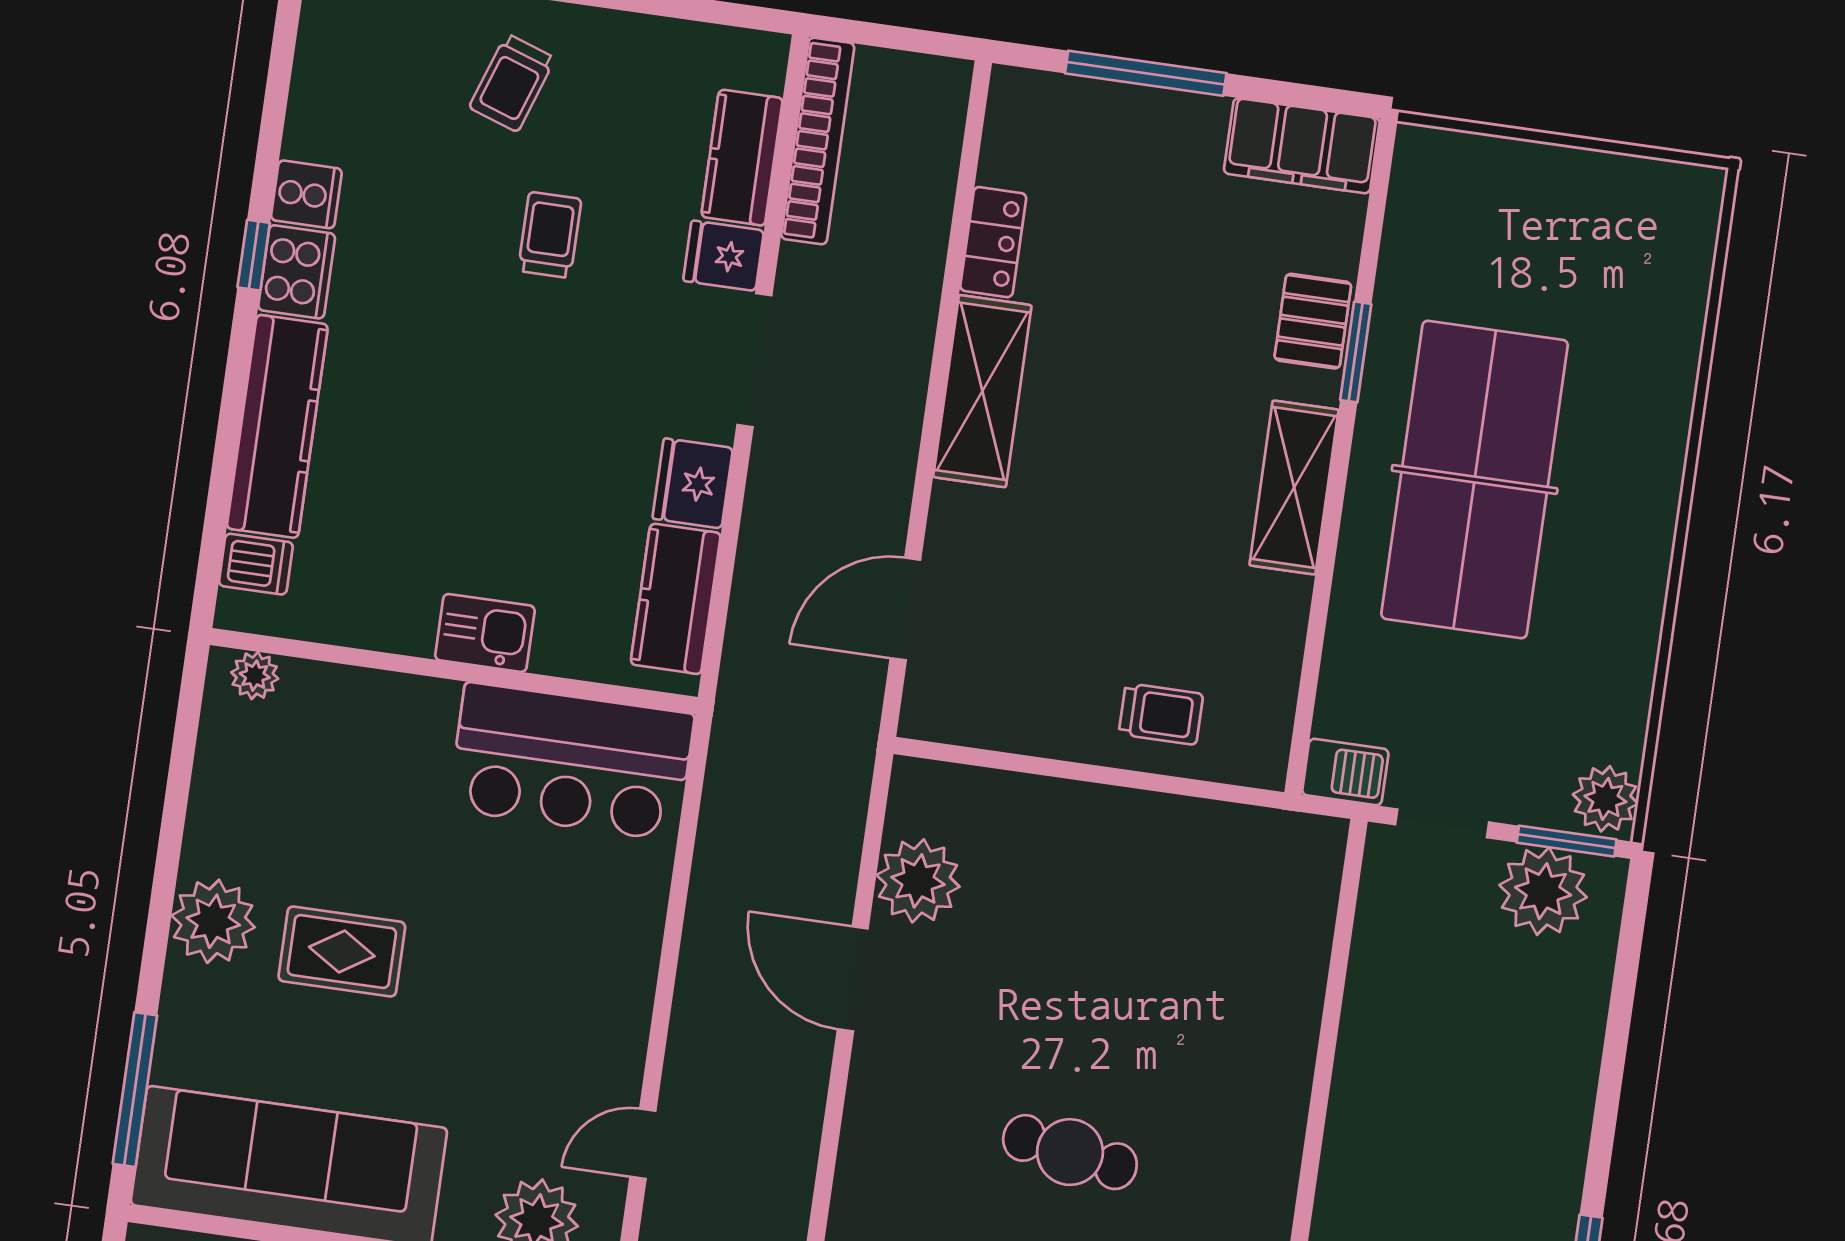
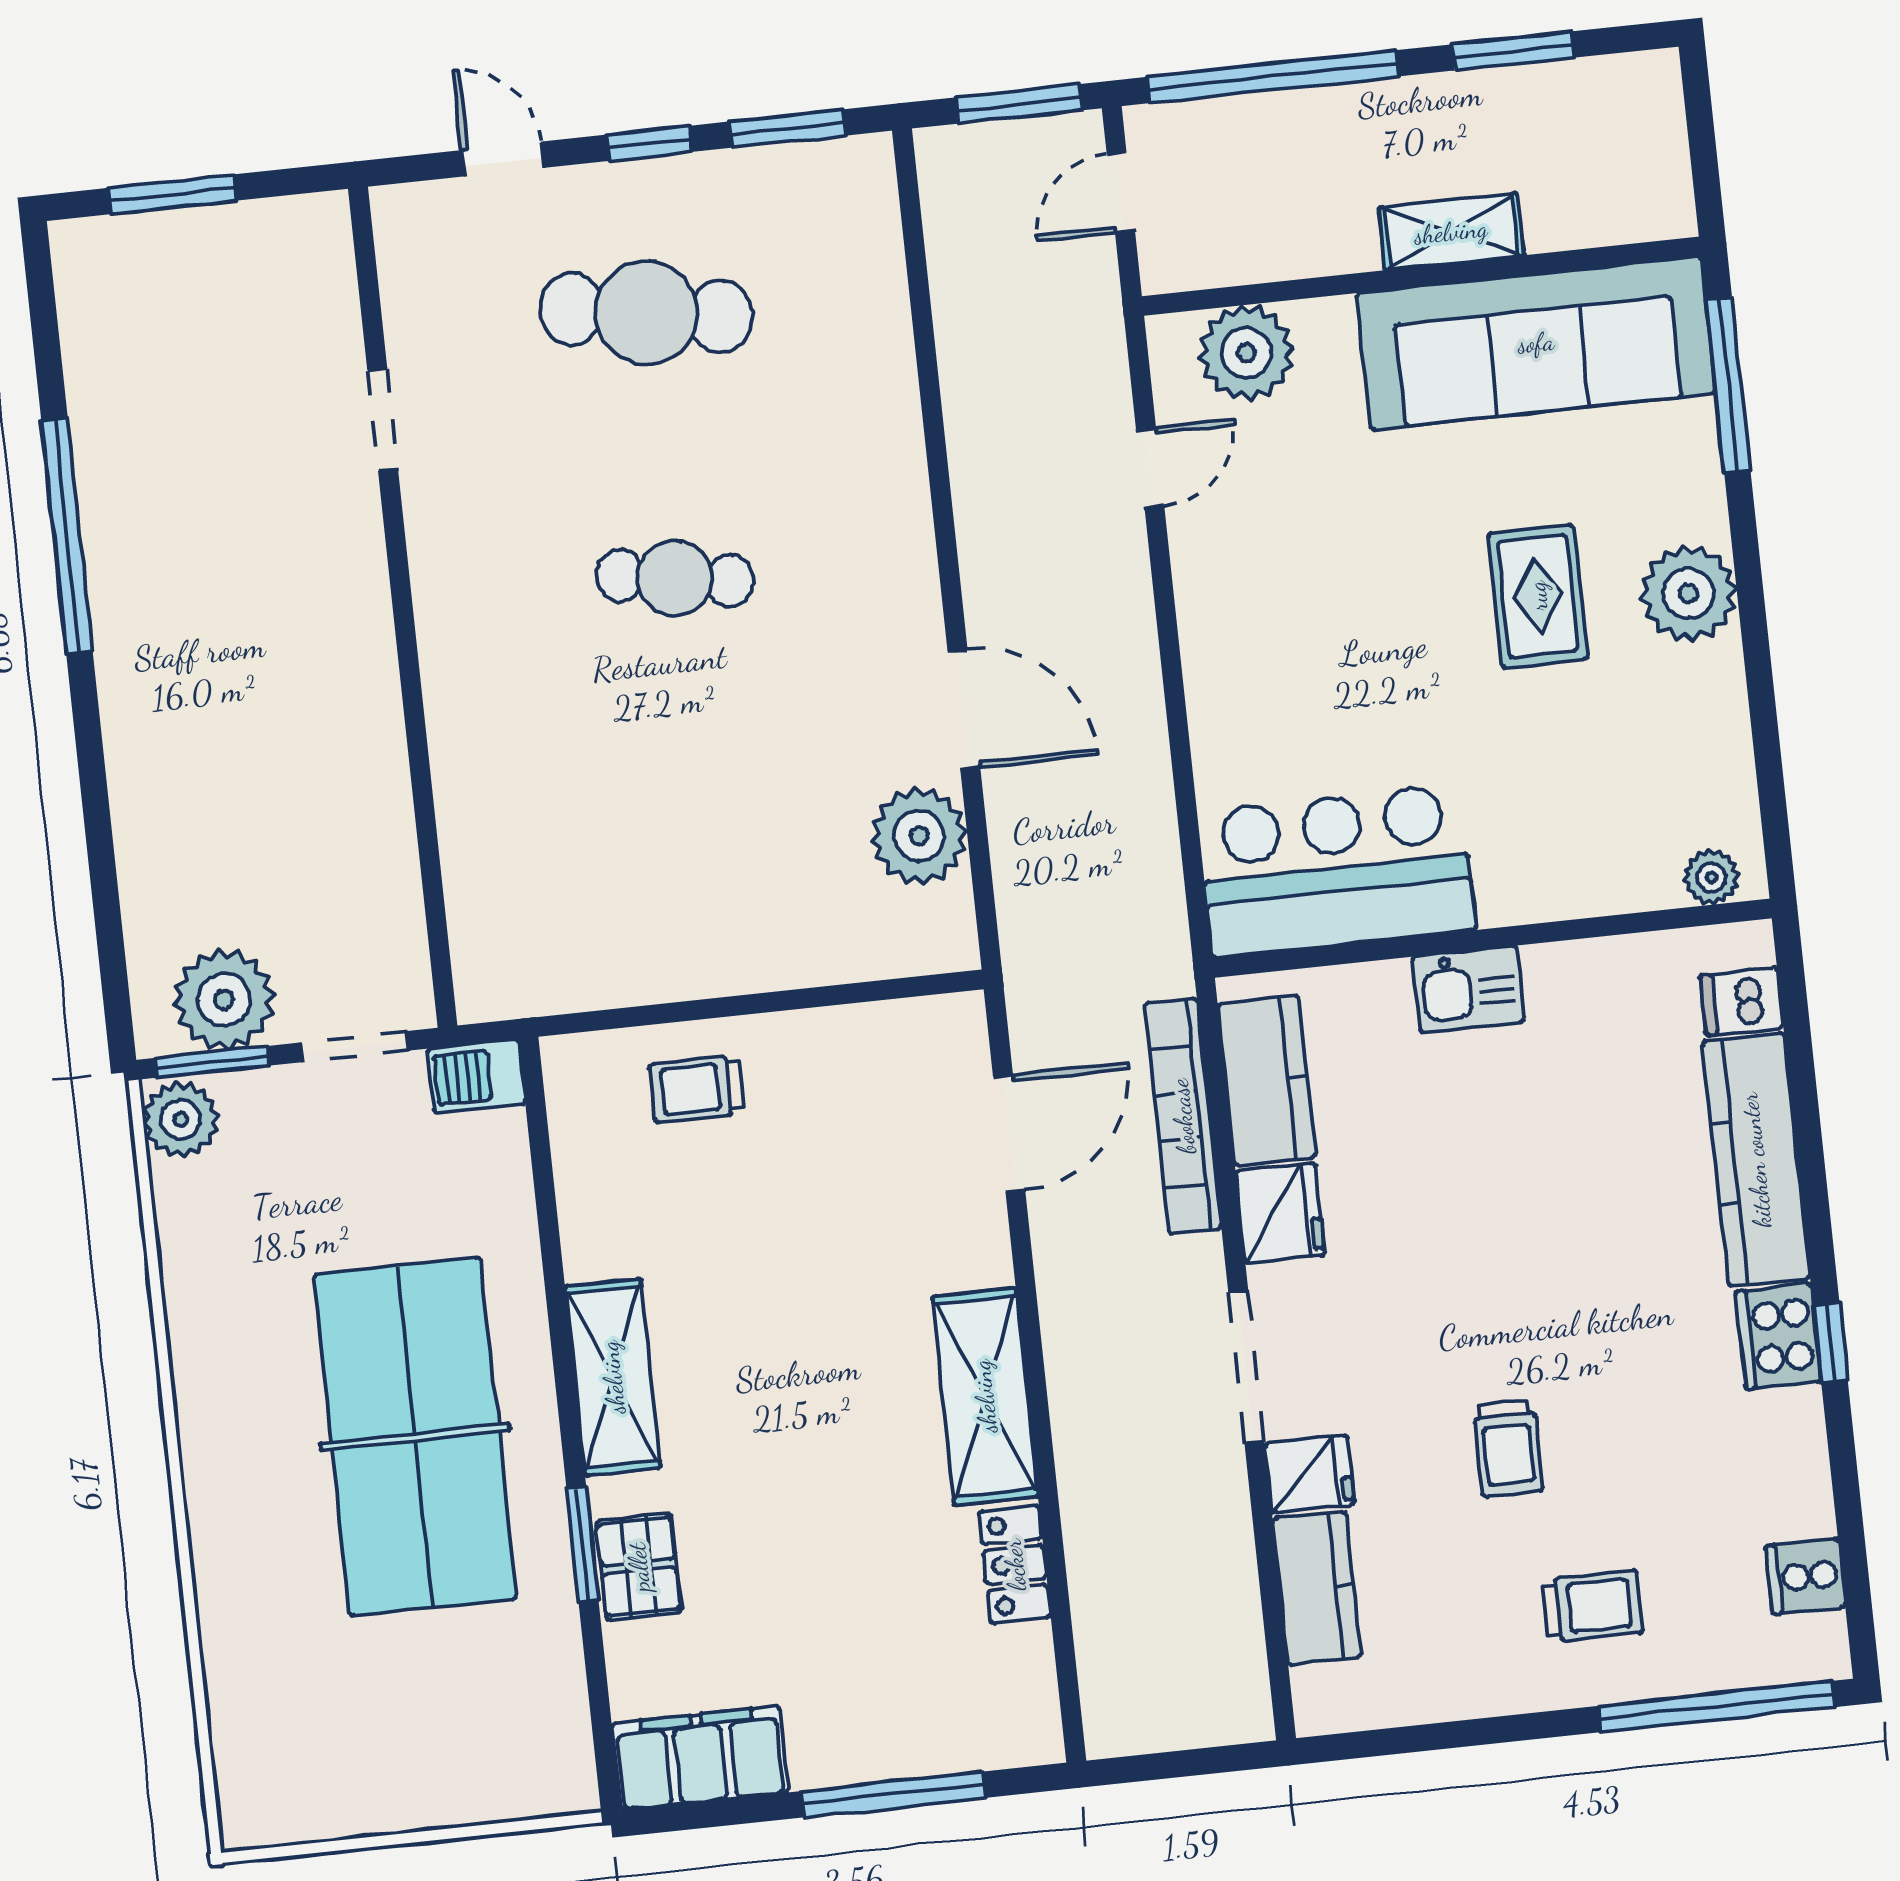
trolley: (512, 83) -> (1593, 1606), turned 71
bookcase: (818, 141) -> (1183, 1116), moved
cooker: (306, 194) -> (1805, 1576), moved
rug: (342, 952) -> (1538, 596), turned 90

